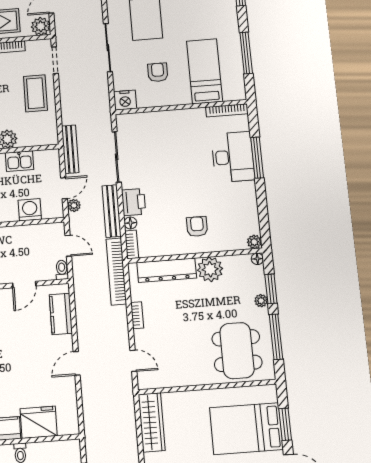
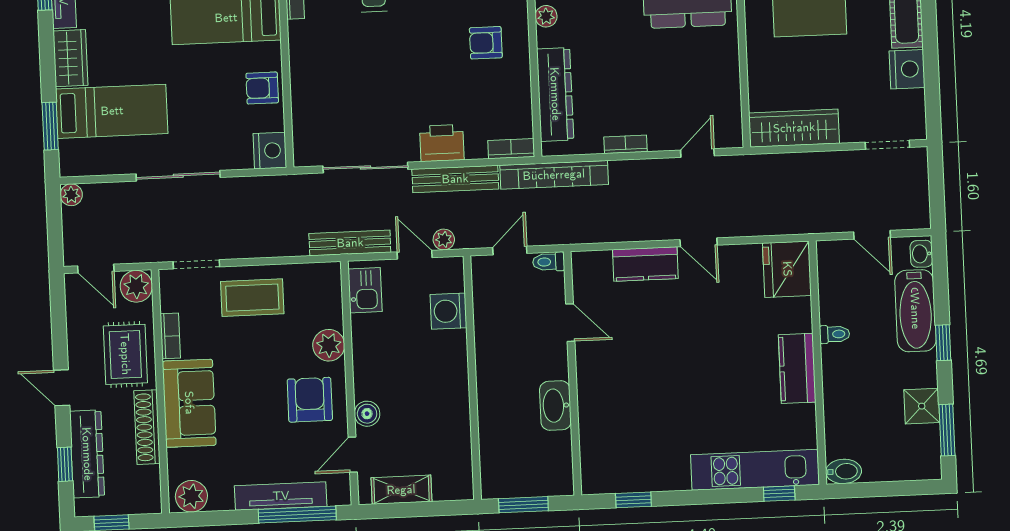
armchair: (158, 72) -> (262, 88), moved
kitchen sink: (19, 161) -> (365, 290), moved
floor lamp: (130, 223) -> (476, 149), removed
plant: (210, 269) -> (546, 16), width x0.53, depth x0.53
kitchen counter: (61, 314) -> (645, 264), moved
fridge: (39, 422) -> (787, 269), moved

